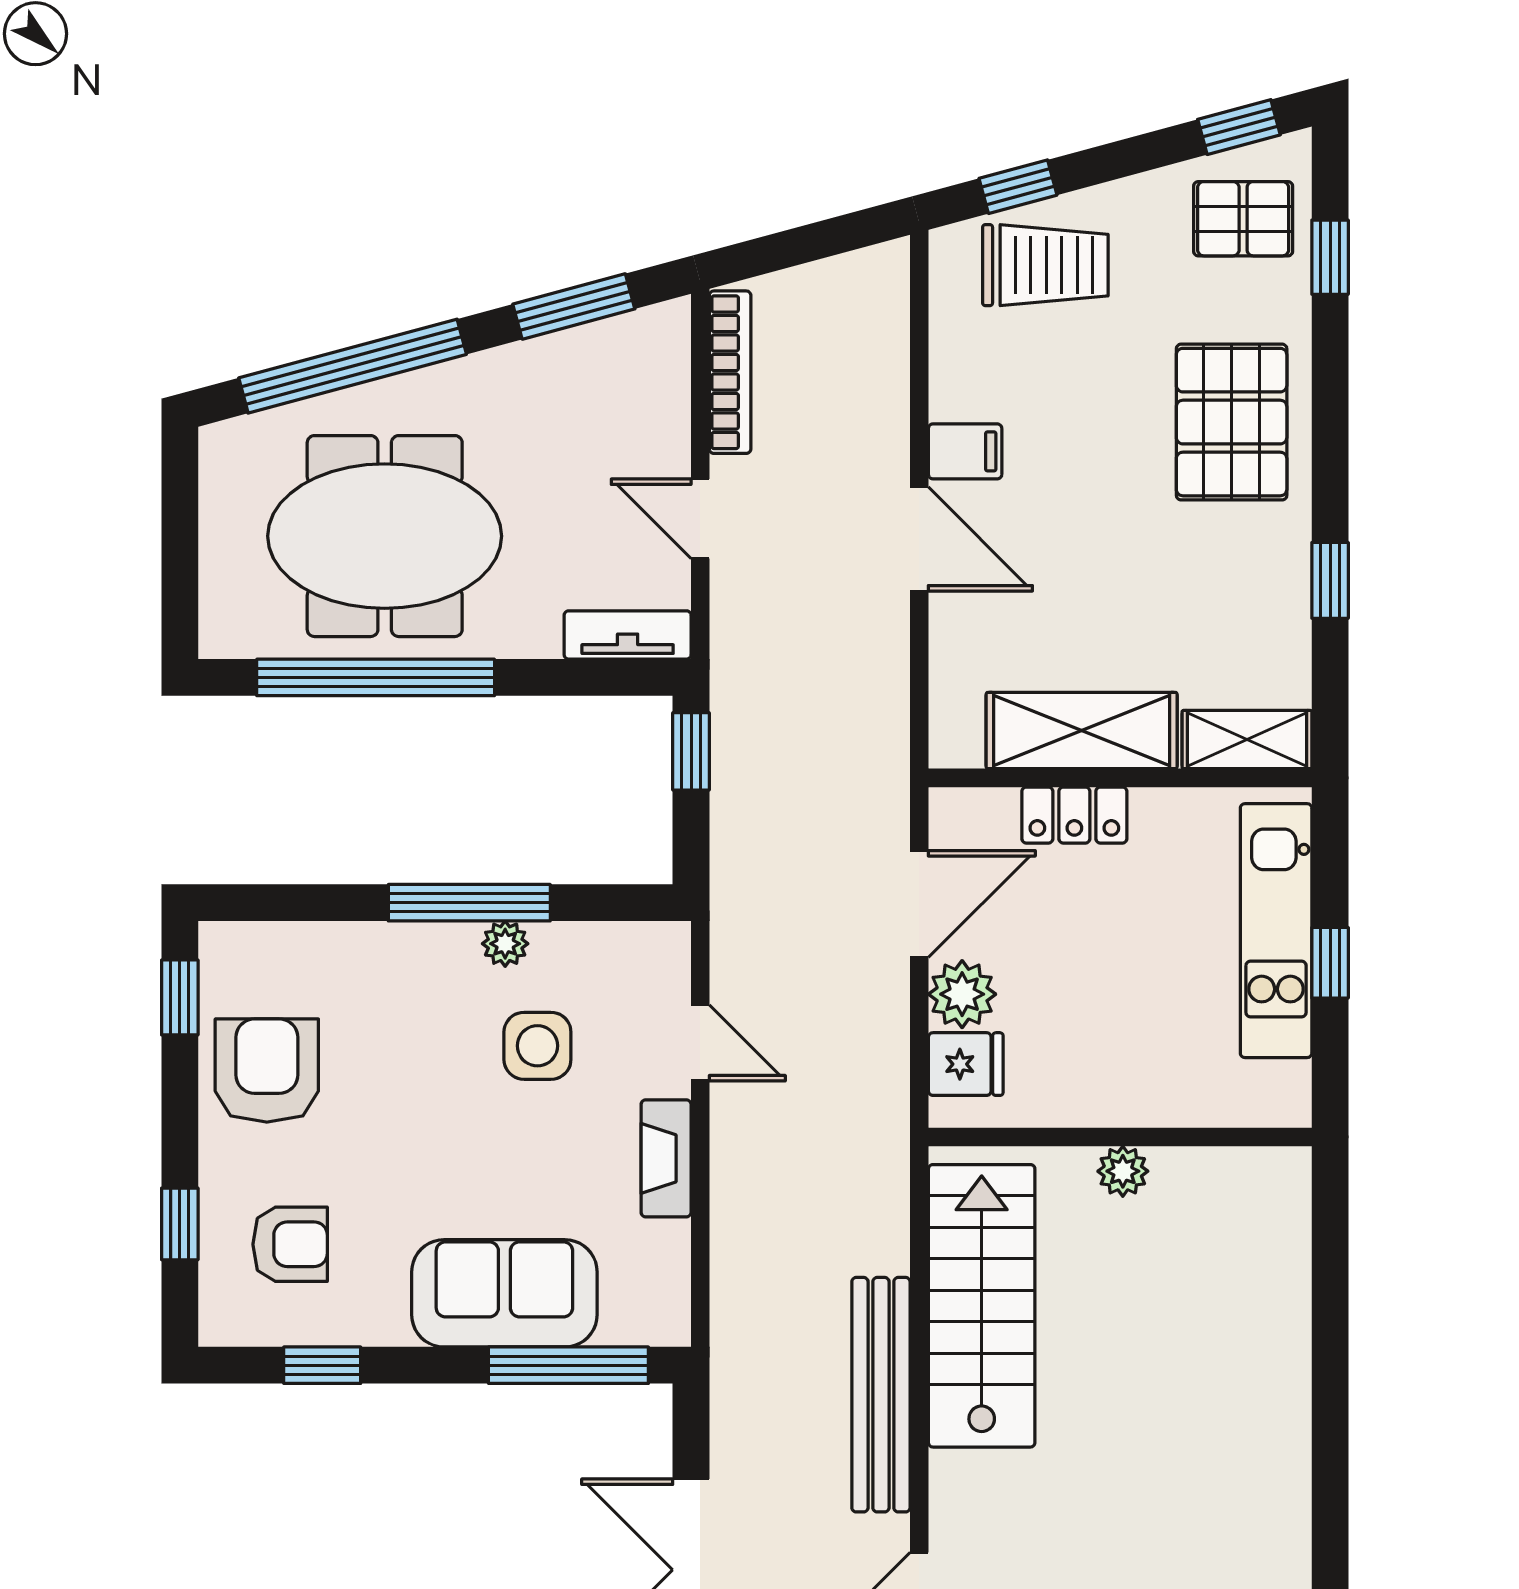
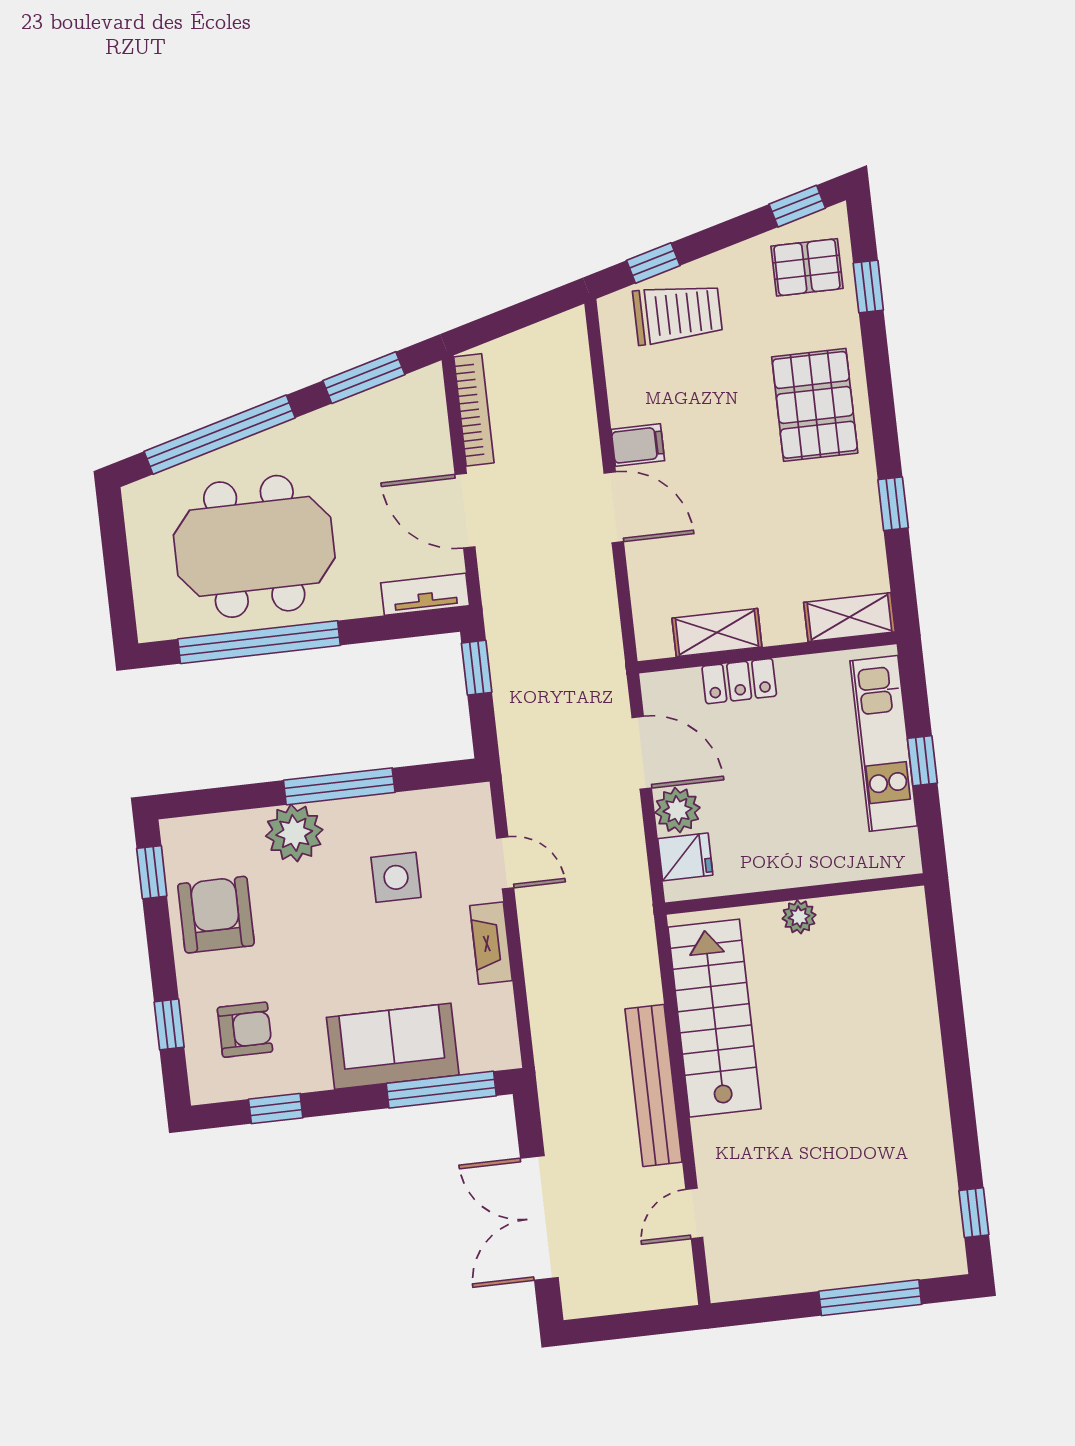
door: (700, 519) -> (465, 511), width x1.38
shelving: (1082, 731) -> (717, 633), width x0.67, depth x0.75
door: (919, 904) -> (642, 753), hinge flipped
plant: (505, 944) -> (294, 833), moved, width x1.88, depth x1.88

